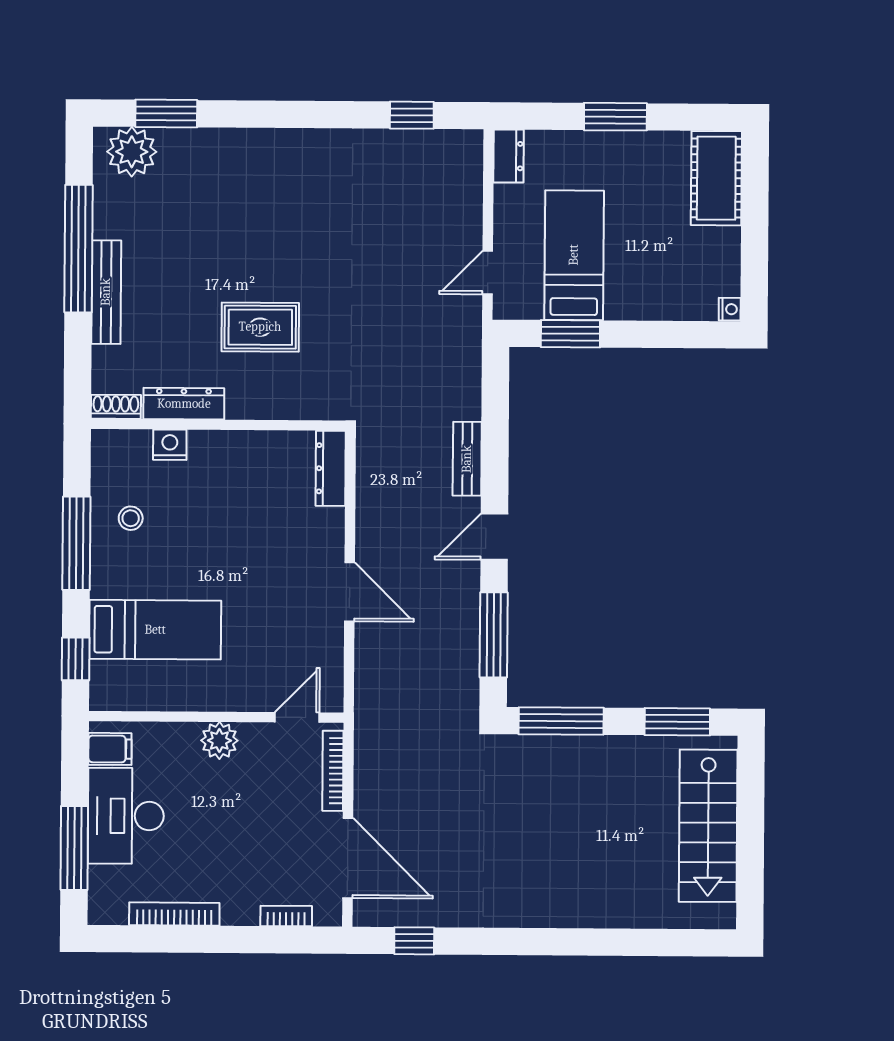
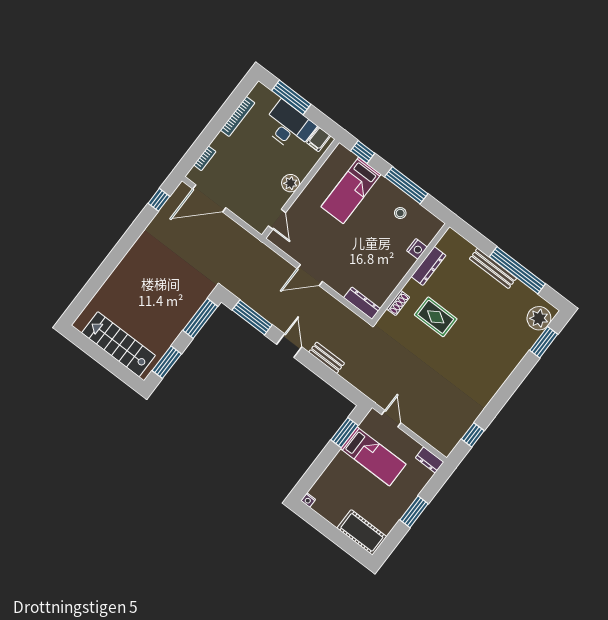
rug: (260, 327) -> (436, 317), turned 90
shoe rack: (116, 407) -> (398, 303), moved
bookcase: (333, 771) -> (247, 218), removed

